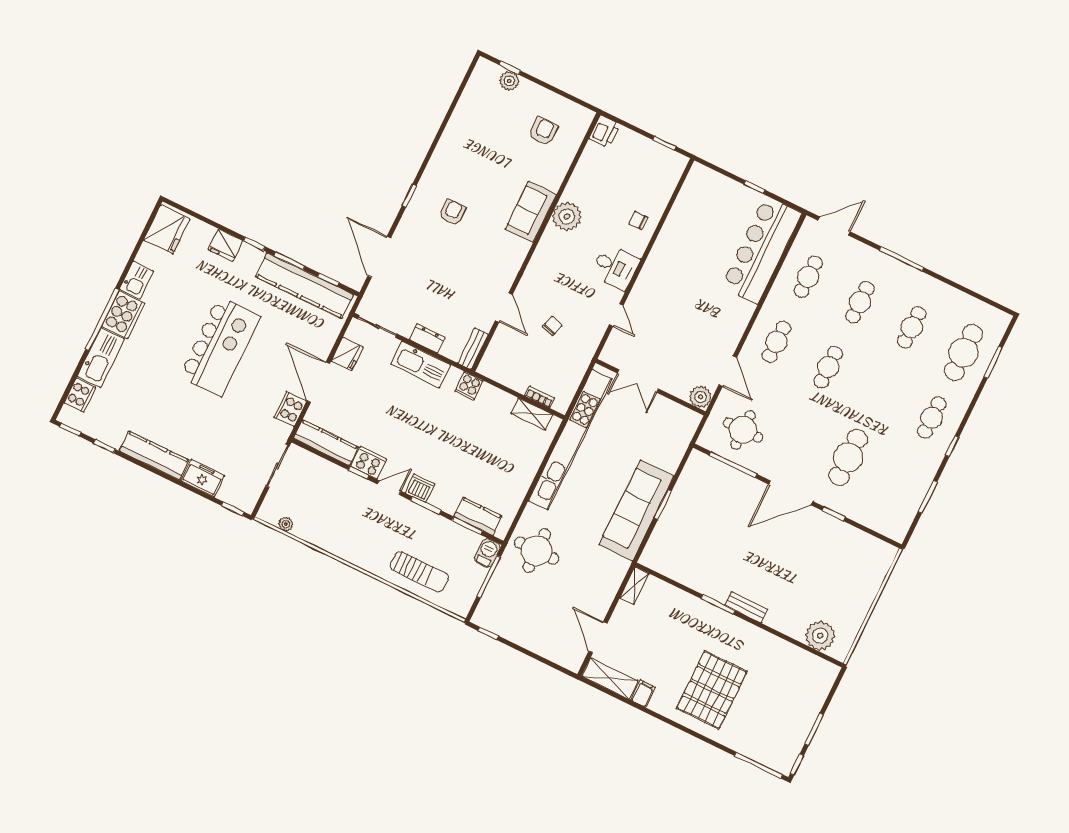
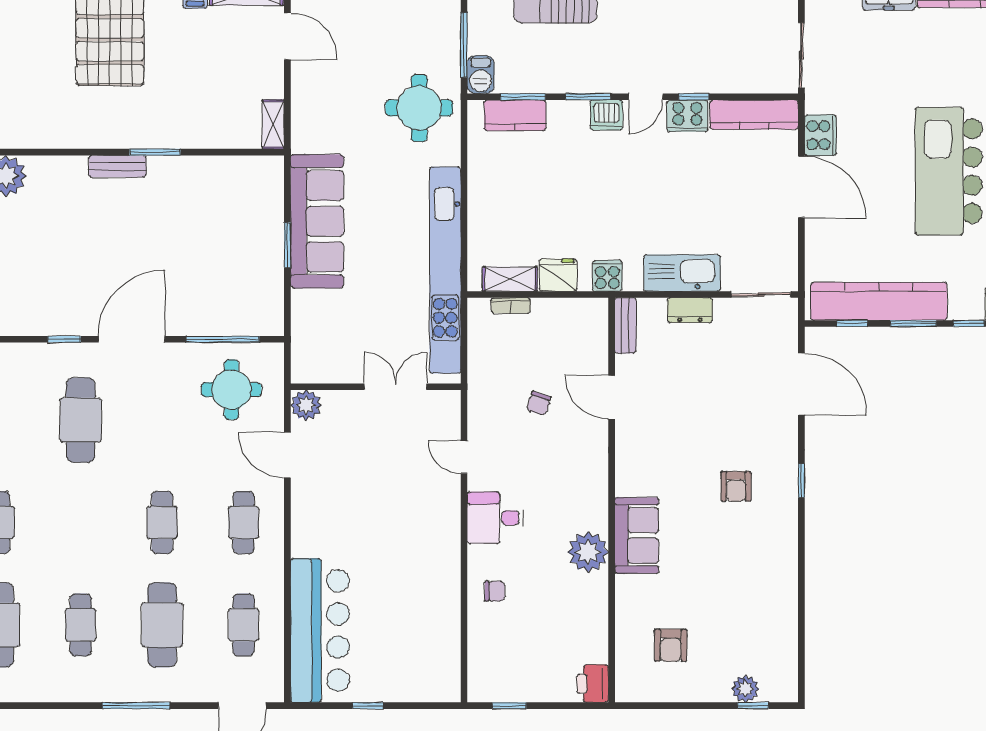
cafe table: (860, 302) -> (162, 625), width x1.37, depth x1.35
fridge: (347, 354) -> (558, 275), moved, turned 90

